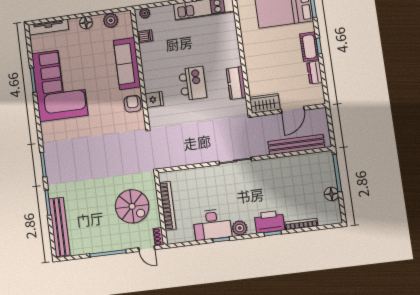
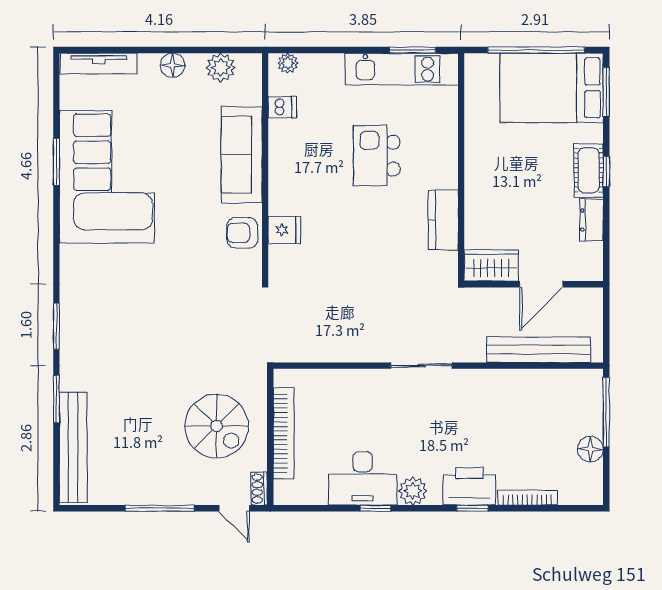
kitchen island: (193, 83) -> (377, 156), moved, turned 180
armchair: (133, 104) -> (242, 233), turned -90

